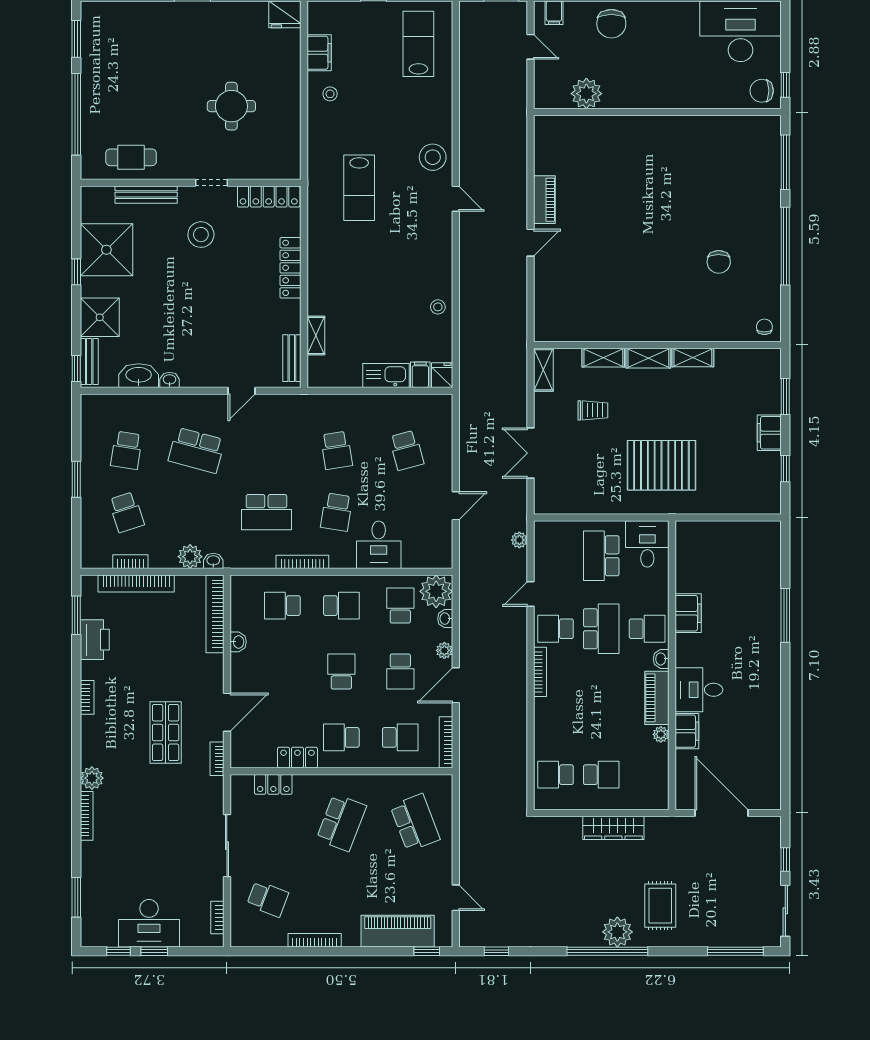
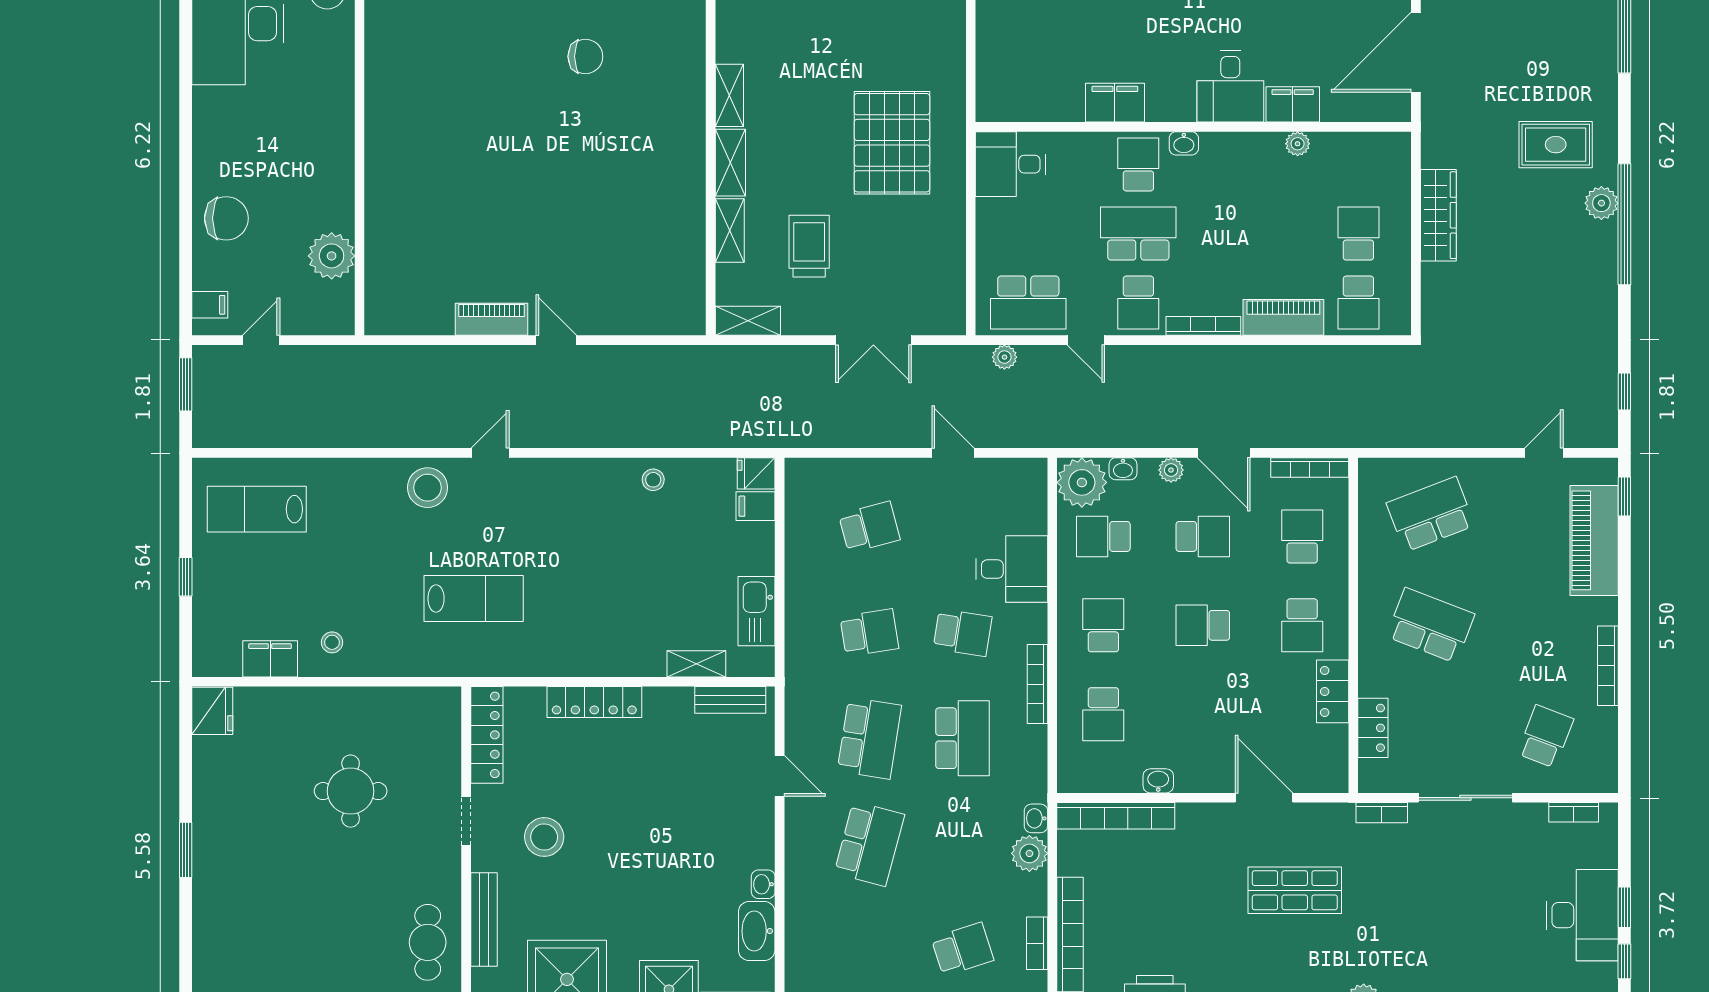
kitchen sink: (386, 375) -> (757, 611), moved
trolley: (593, 410) -> (809, 246), width x1.36, depth x1.39
school desk: (126, 450) -> (869, 738), moved, width x1.85
school desk: (601, 556) -> (1028, 303), moved
piano: (657, 698) -> (1283, 317), moved, turned 180
bookcase: (217, 759) -> (1382, 813), moved
plant: (617, 932) -> (1601, 203), width x0.73, depth x0.73

